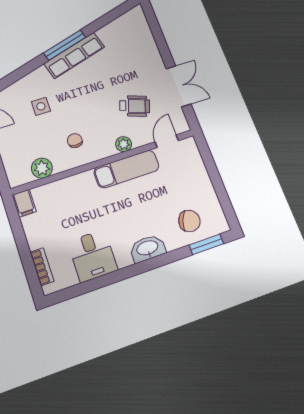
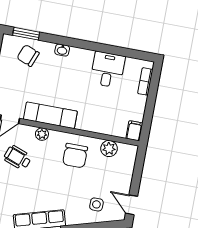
side table: (41, 106) -> (96, 204), moved
chair: (75, 141) -> (75, 156), width x1.87, depth x1.87
washbasin: (148, 248) -> (62, 50), width x0.52, depth x0.69

